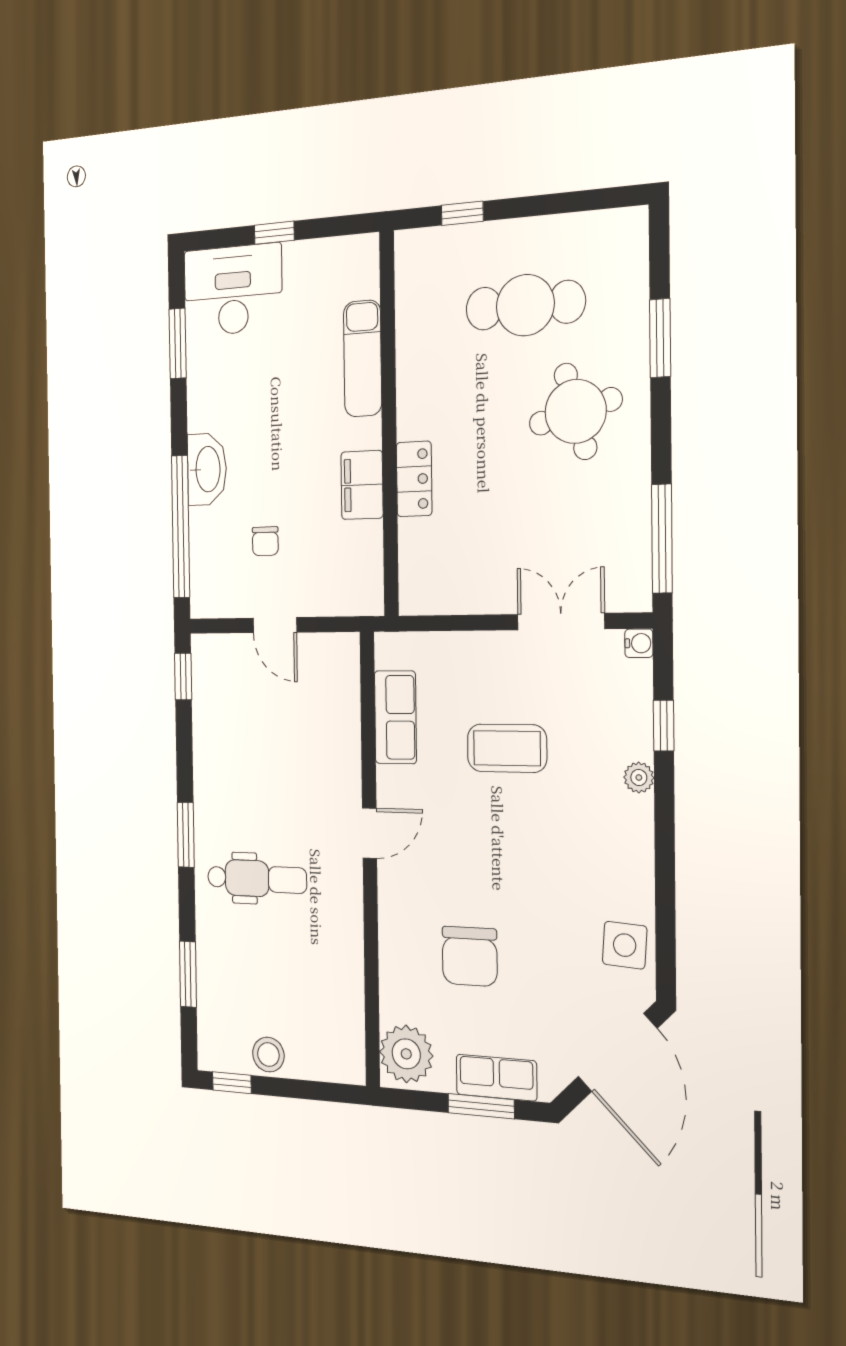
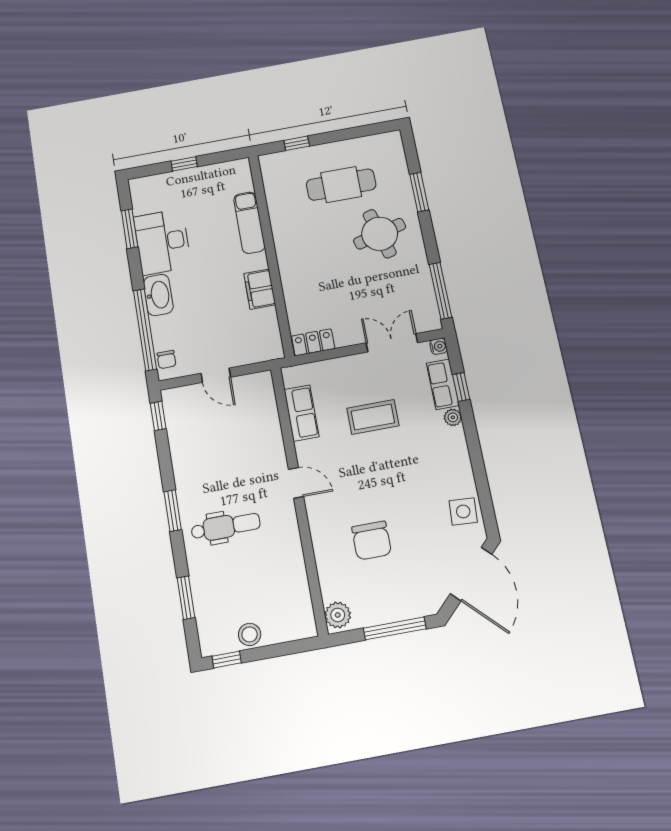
desk: (233, 290) -> (162, 242), moved, turned -90
locker: (414, 479) -> (313, 342), moved, turned -90
chair: (265, 541) -> (167, 359), moved
door: (370, 833) -> (296, 483), hinge flipped
plant: (406, 1054) -> (338, 615), width x0.73, depth x0.73
row of seats: (496, 1078) -> (443, 384), moved, turned -90
window: (481, 1106) -> (395, 628), width x1.44

